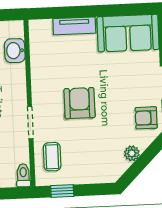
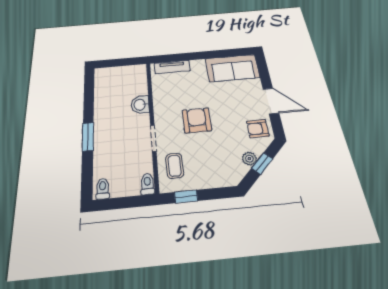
tv unit: (74, 26) -> (172, 67), moved
washbasin: (15, 51) -> (140, 105), moved
window: (144, 160) -> (262, 163), added

